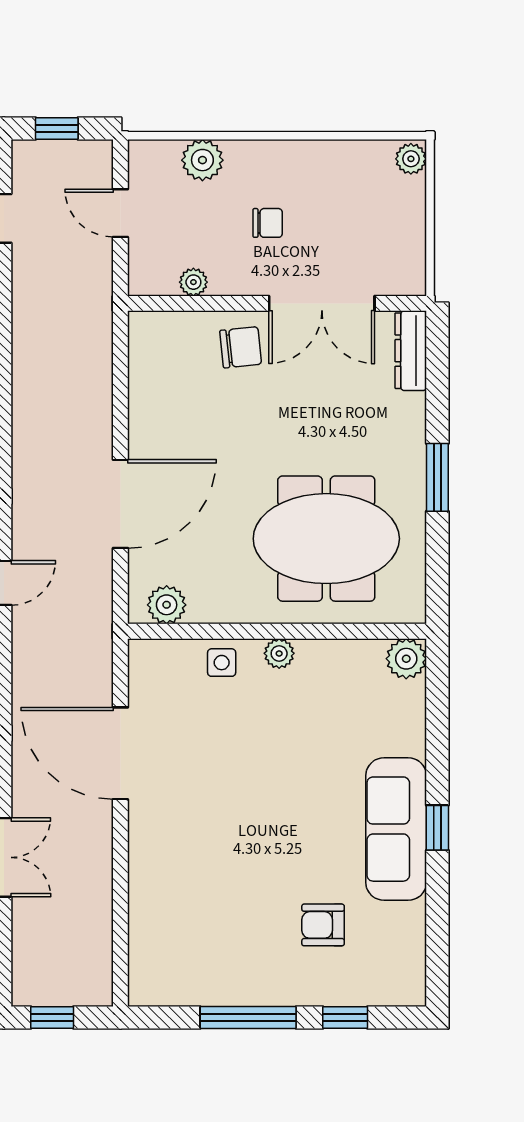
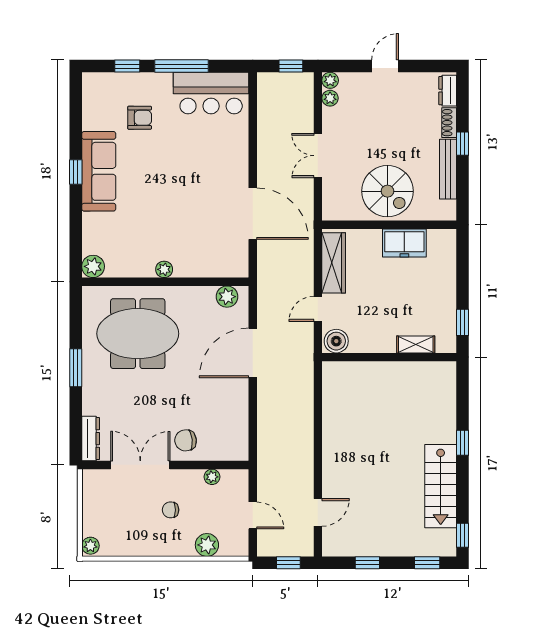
side table: (222, 663) -> (196, 264), removed
bar counter: (195, 969) -> (211, 93), added

